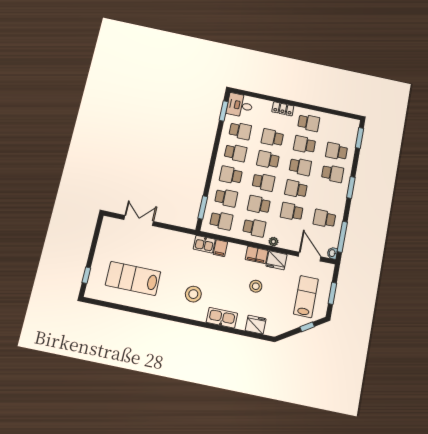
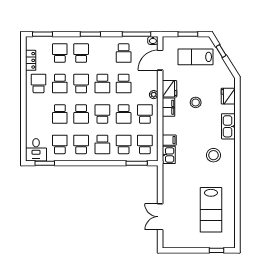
locker: (283, 109) -> (31, 60), moved
school desk: (337, 151) -> (60, 53), turned 180

